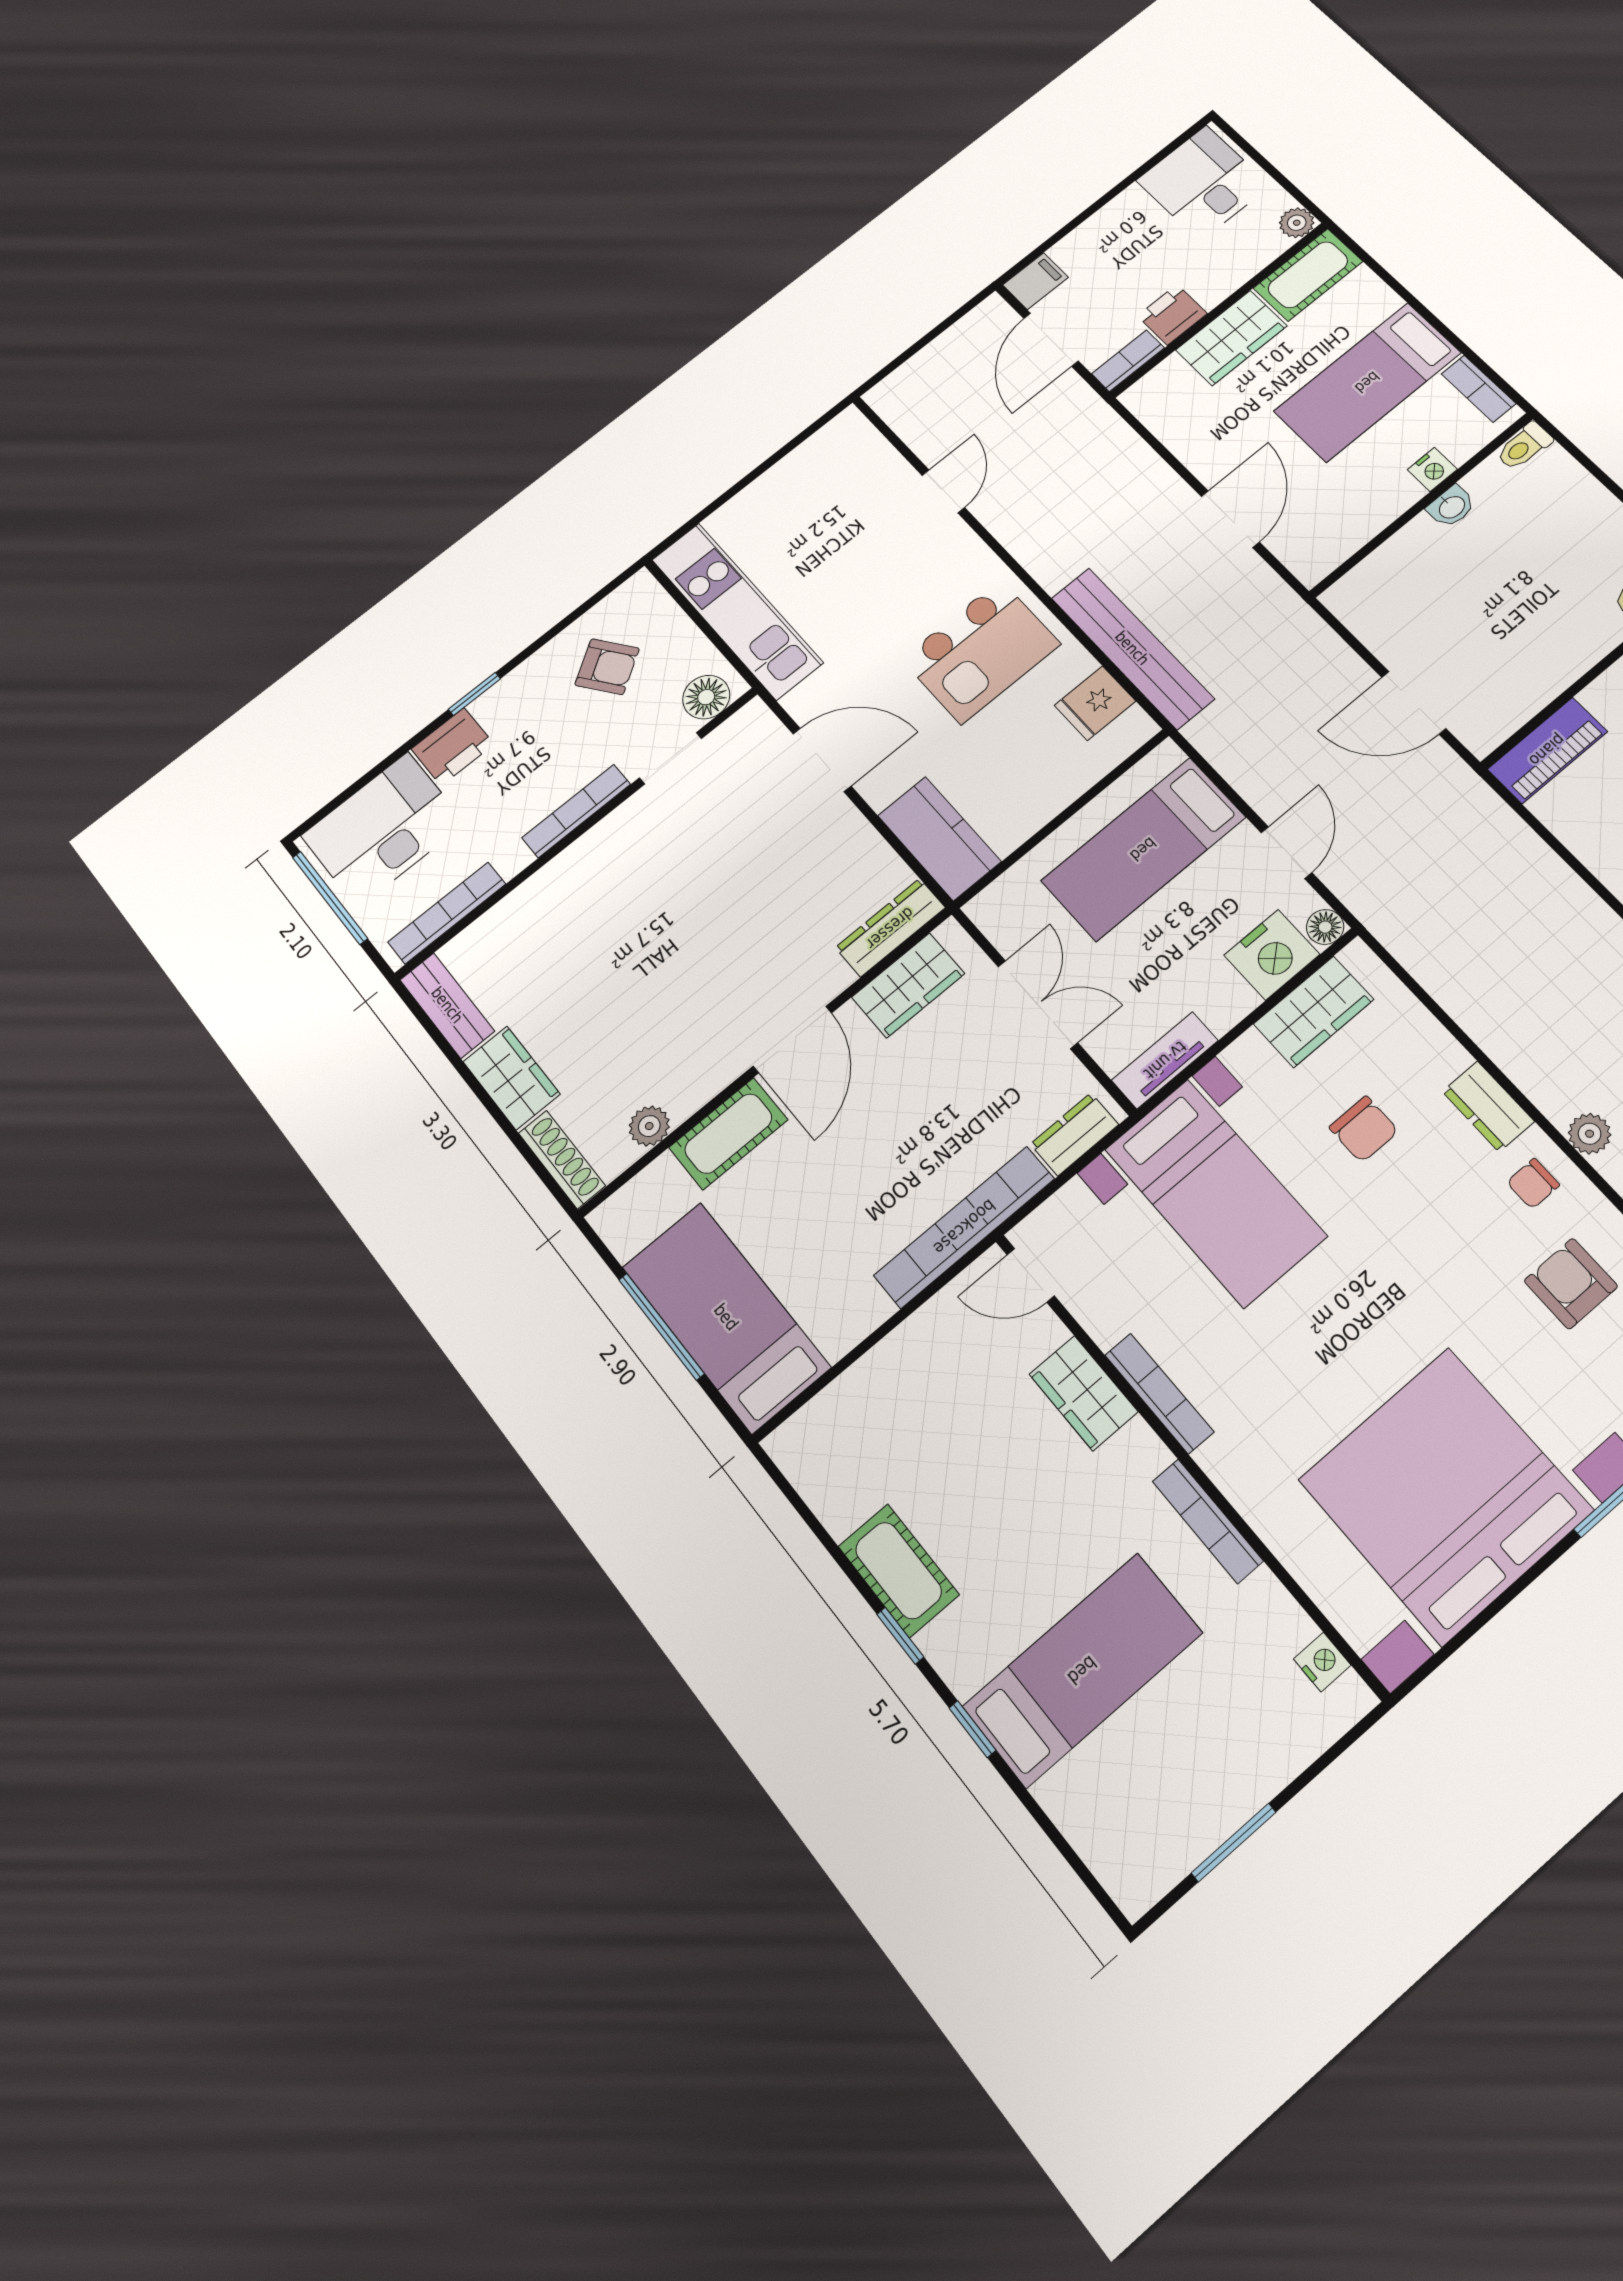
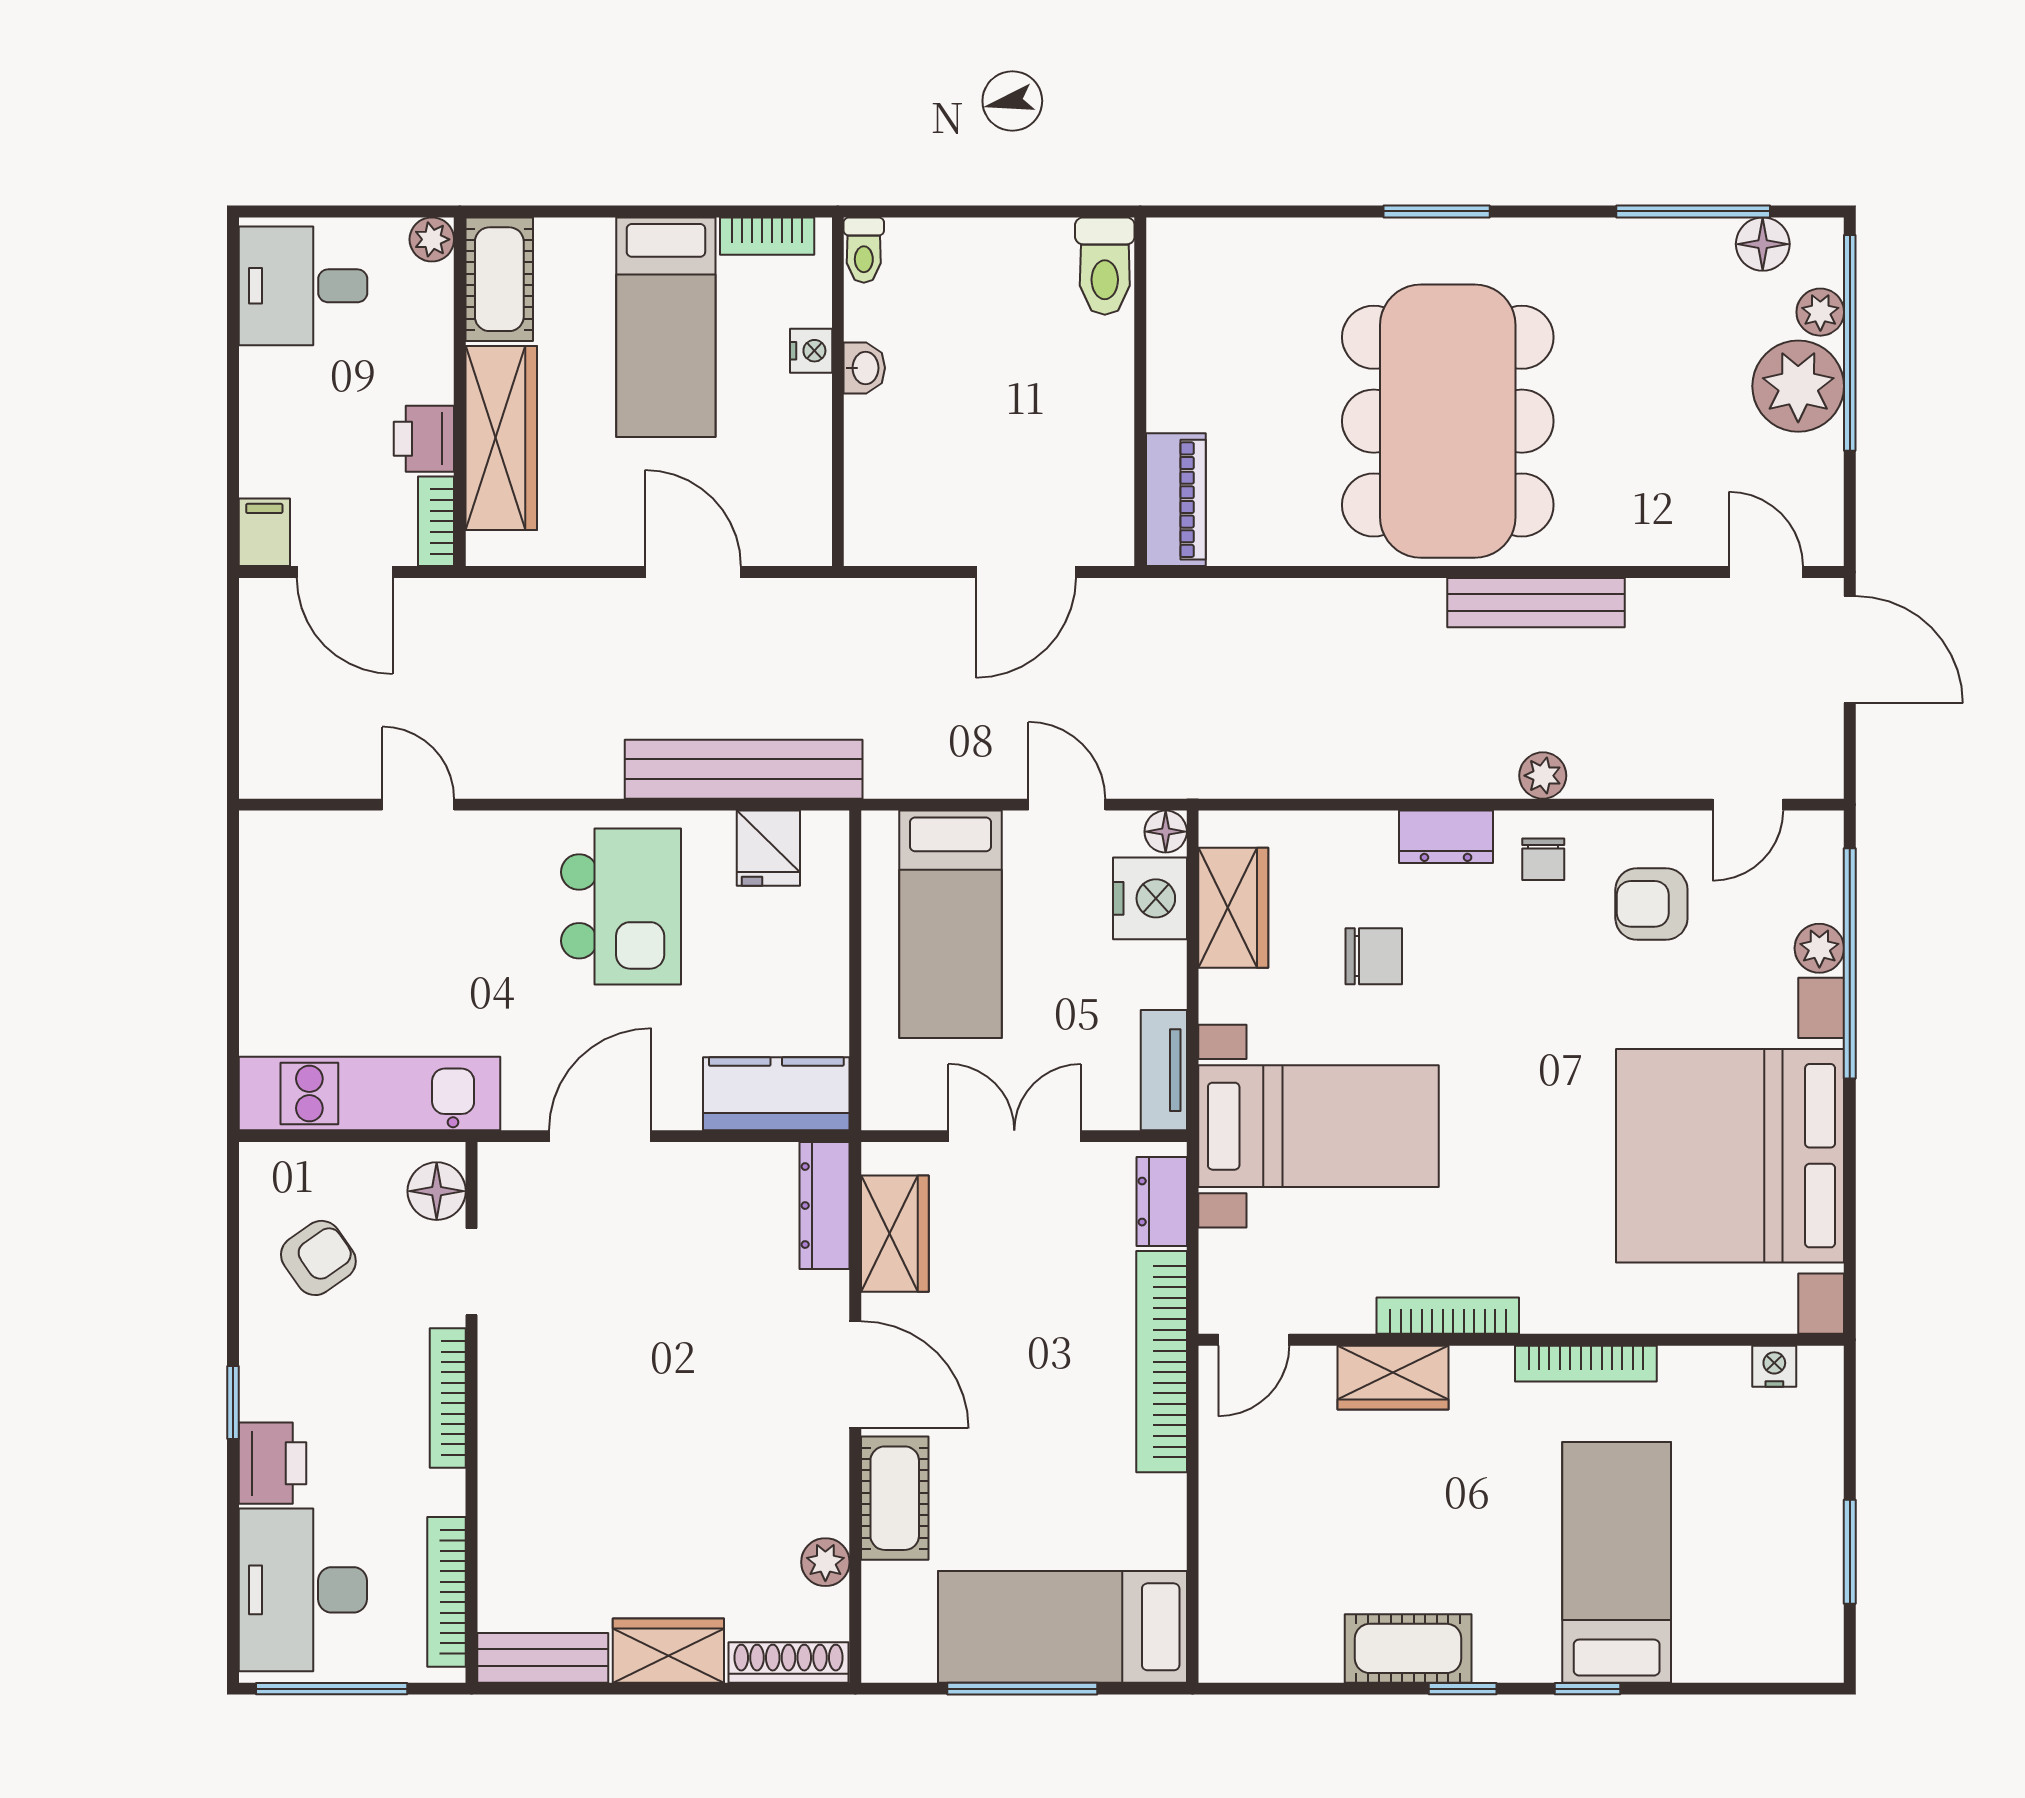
wardrobe: (1231, 338) -> (501, 438), width x1.50

